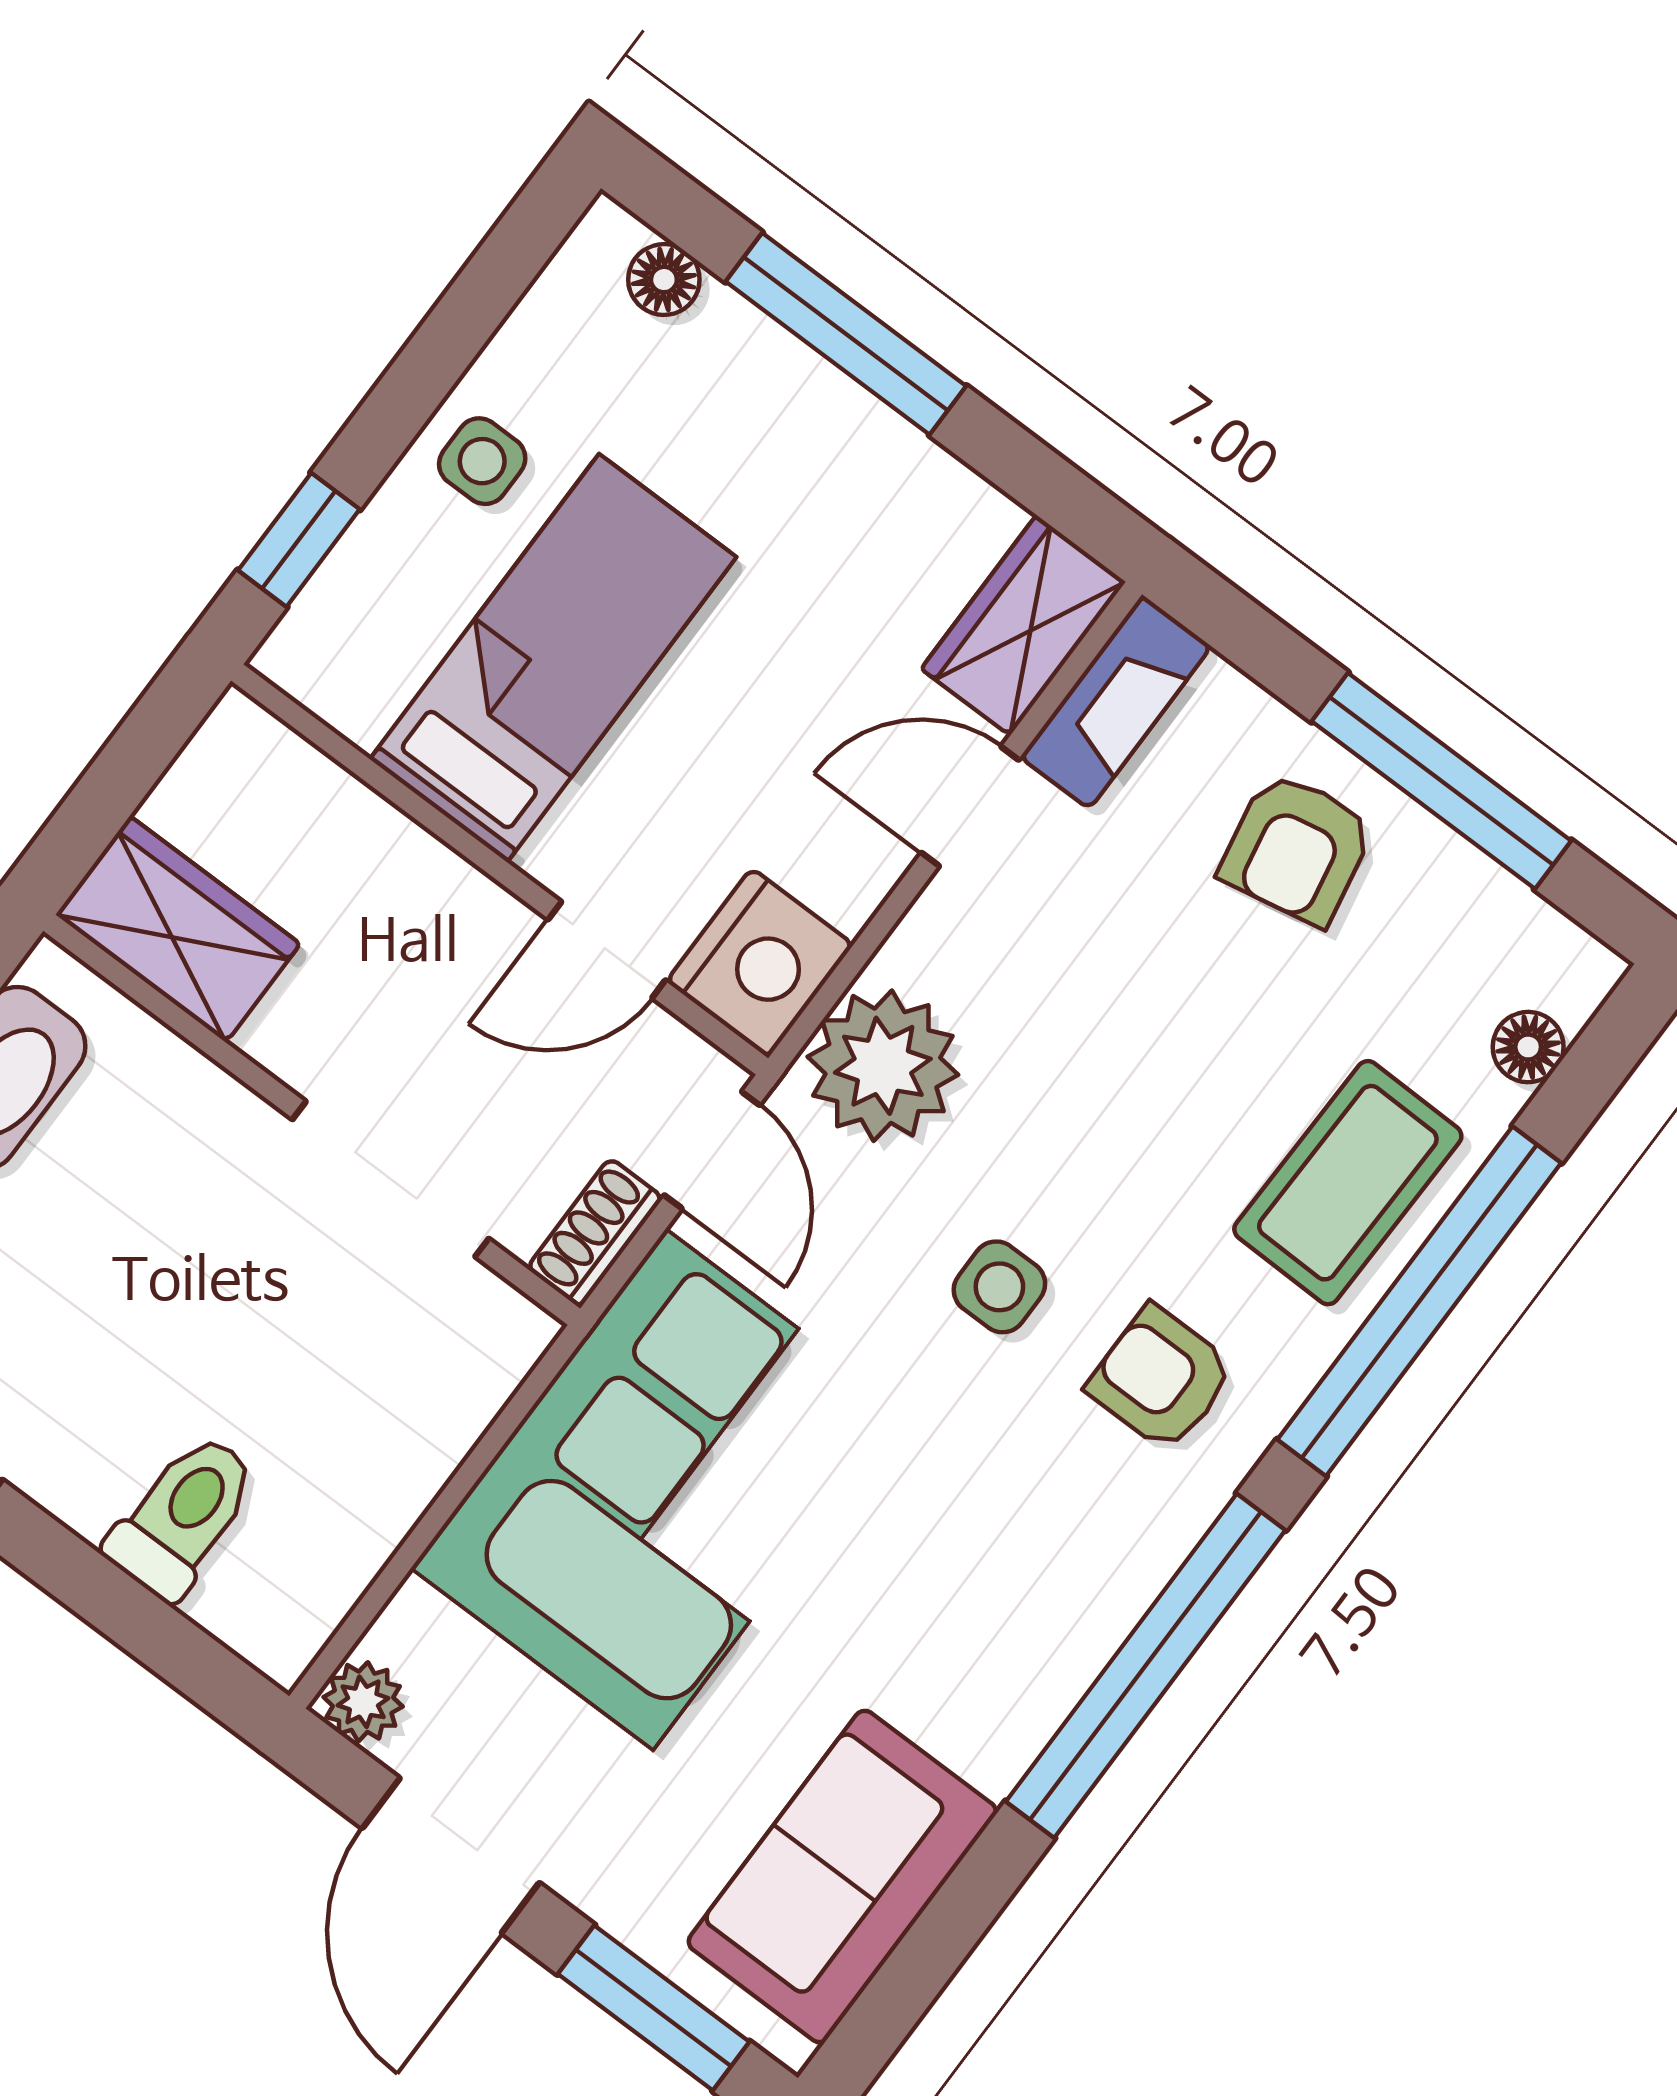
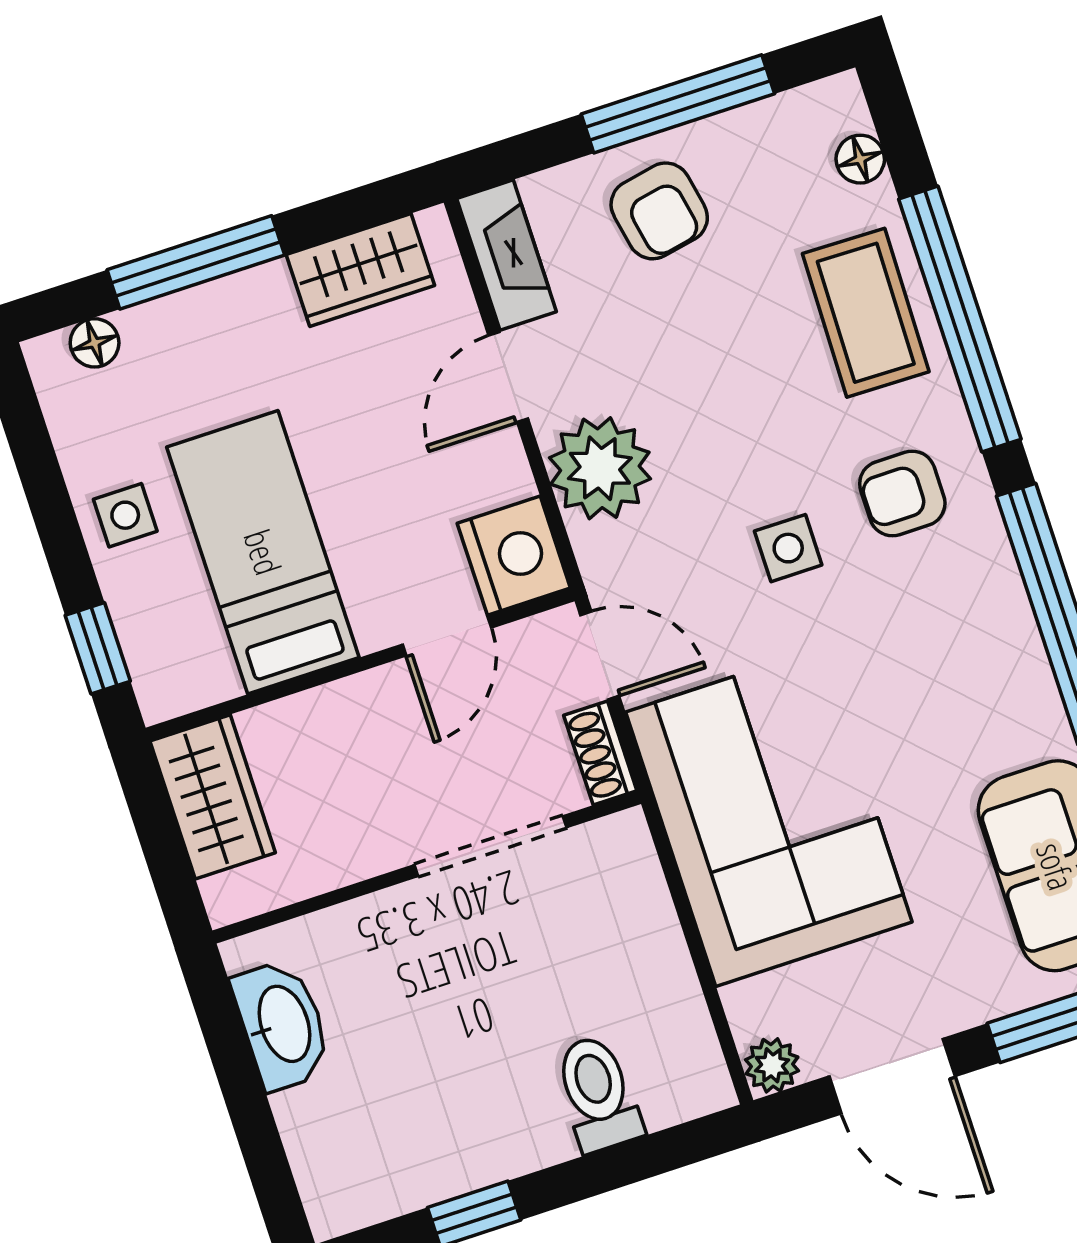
wardrobe: (1023, 625) -> (360, 270), moved, turned -90
wardrobe: (178, 929) -> (213, 797), moved, turned 90
plant: (883, 1066) -> (600, 468), moved

